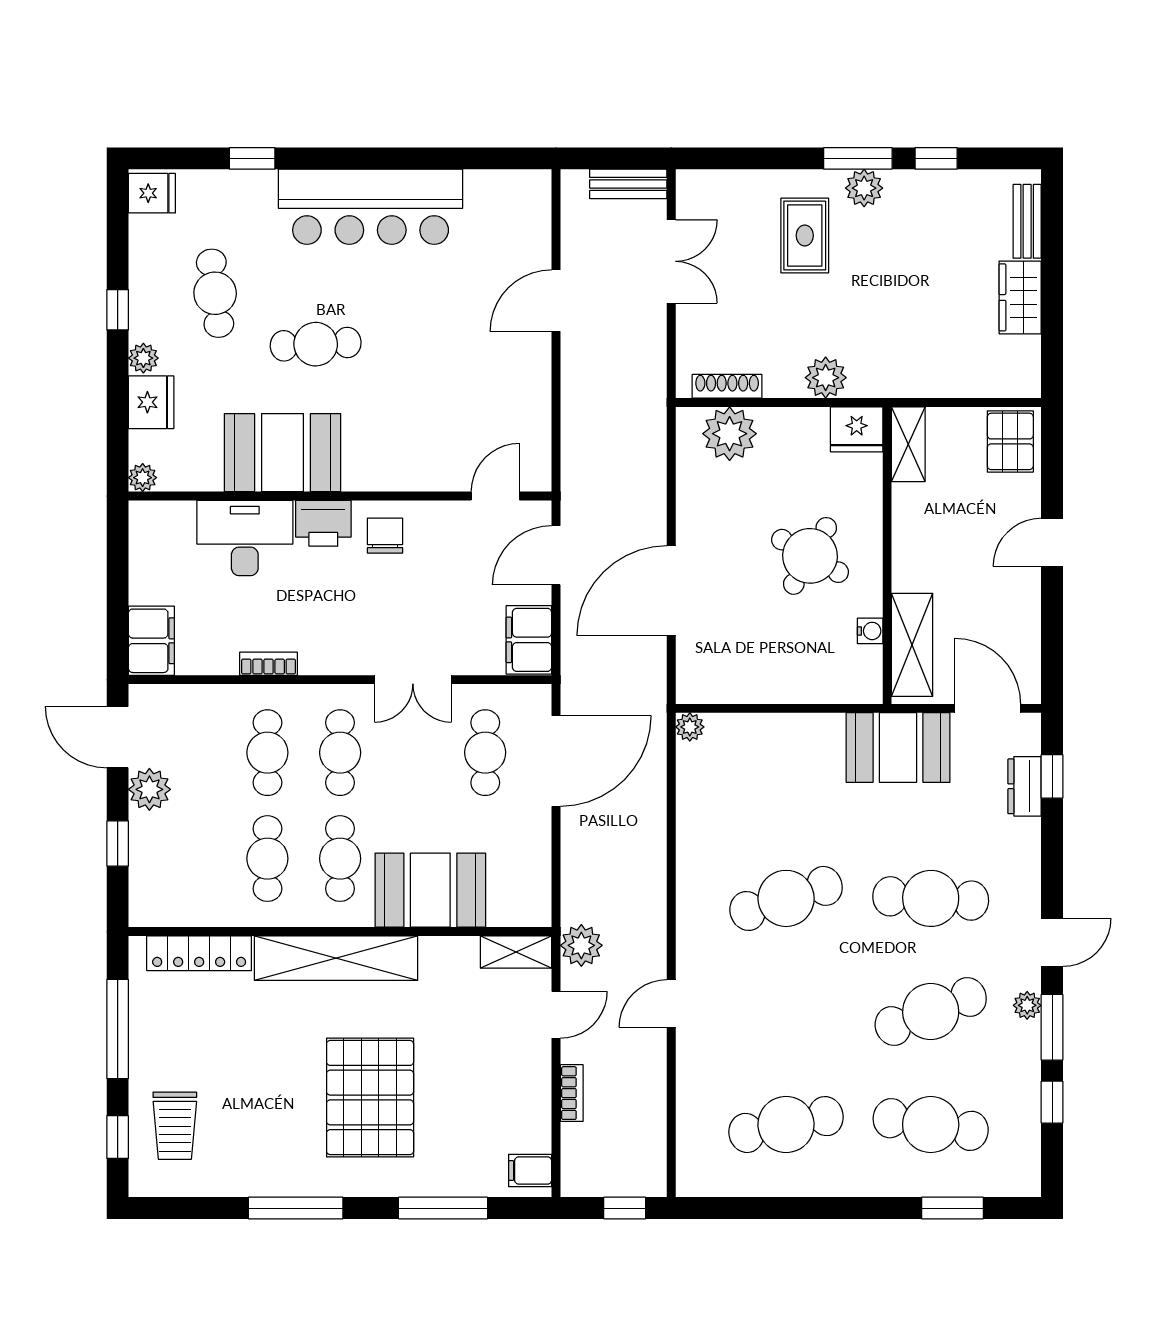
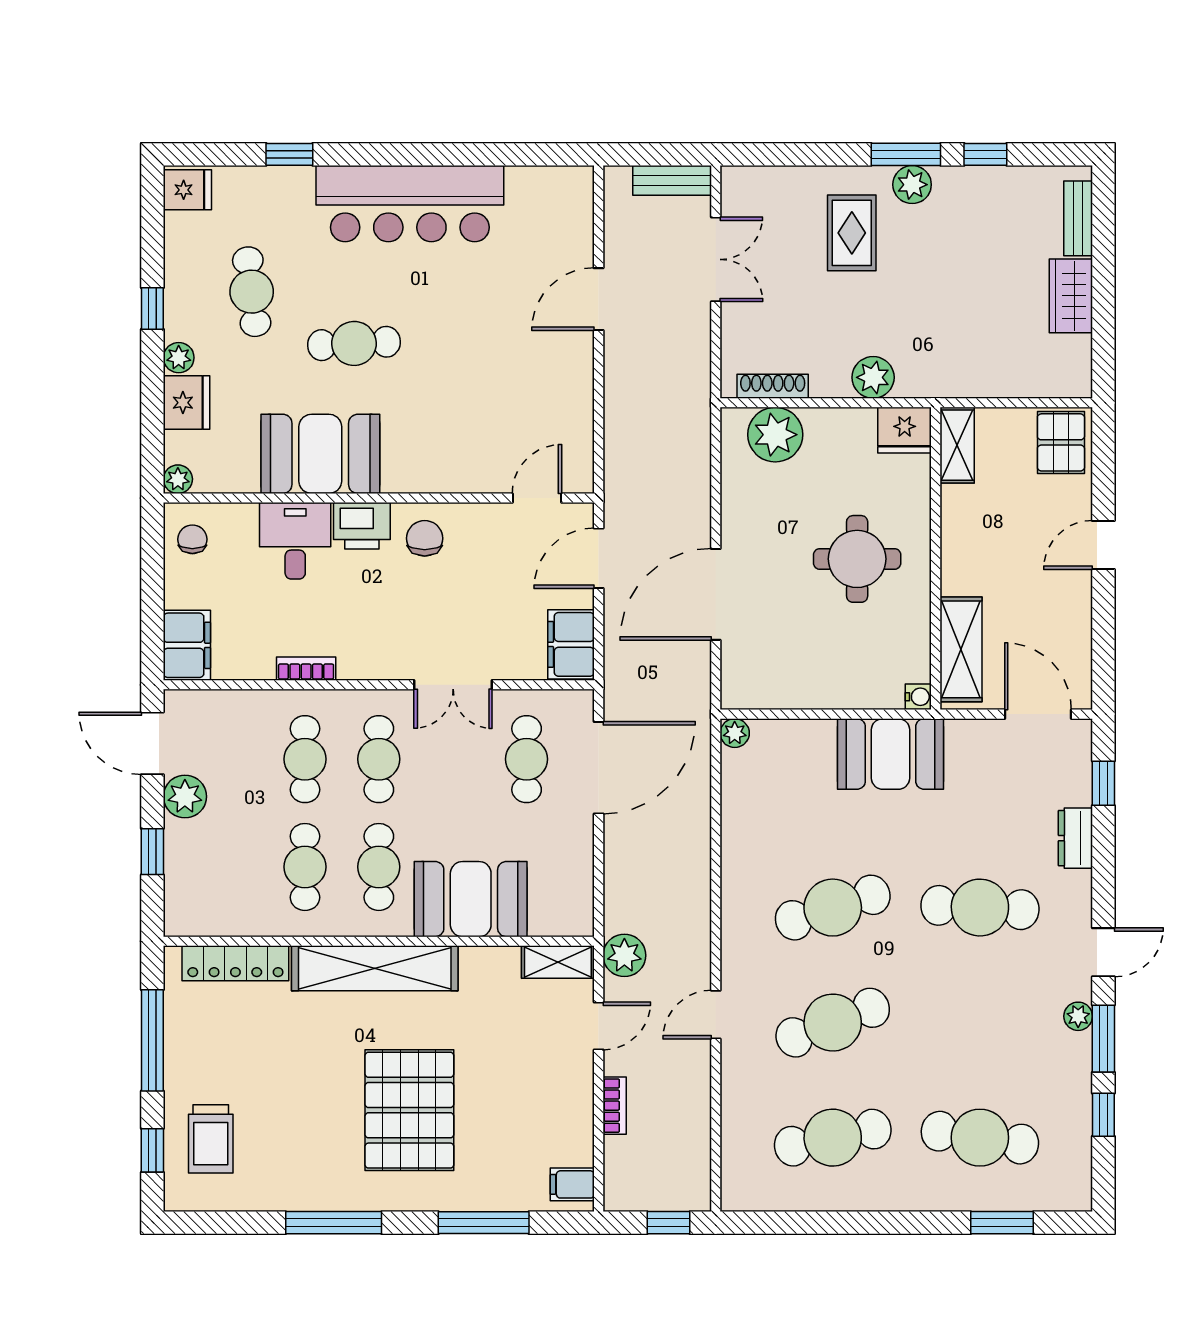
chair: (157, 537) -> (192, 539), added
desk: (245, 538) -> (295, 541), width x0.73
round table: (810, 556) -> (857, 559), turned -30
water cooler: (870, 631) -> (918, 697), moved
booth: (898, 748) -> (891, 754), moved
dresser: (1024, 786) -> (1075, 838), moved
cafe table: (931, 1011) -> (833, 1023), moved

